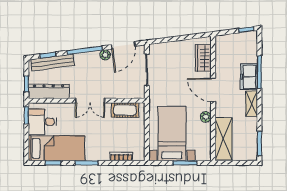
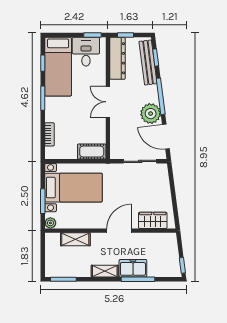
plant: (105, 55) -> (151, 114), width x1.88, depth x1.88
cot: (125, 110) -> (92, 152), moved, turned 90
plant: (206, 117) -> (50, 223), moved
shelving: (223, 139) -> (75, 239), width x0.67, depth x0.75

